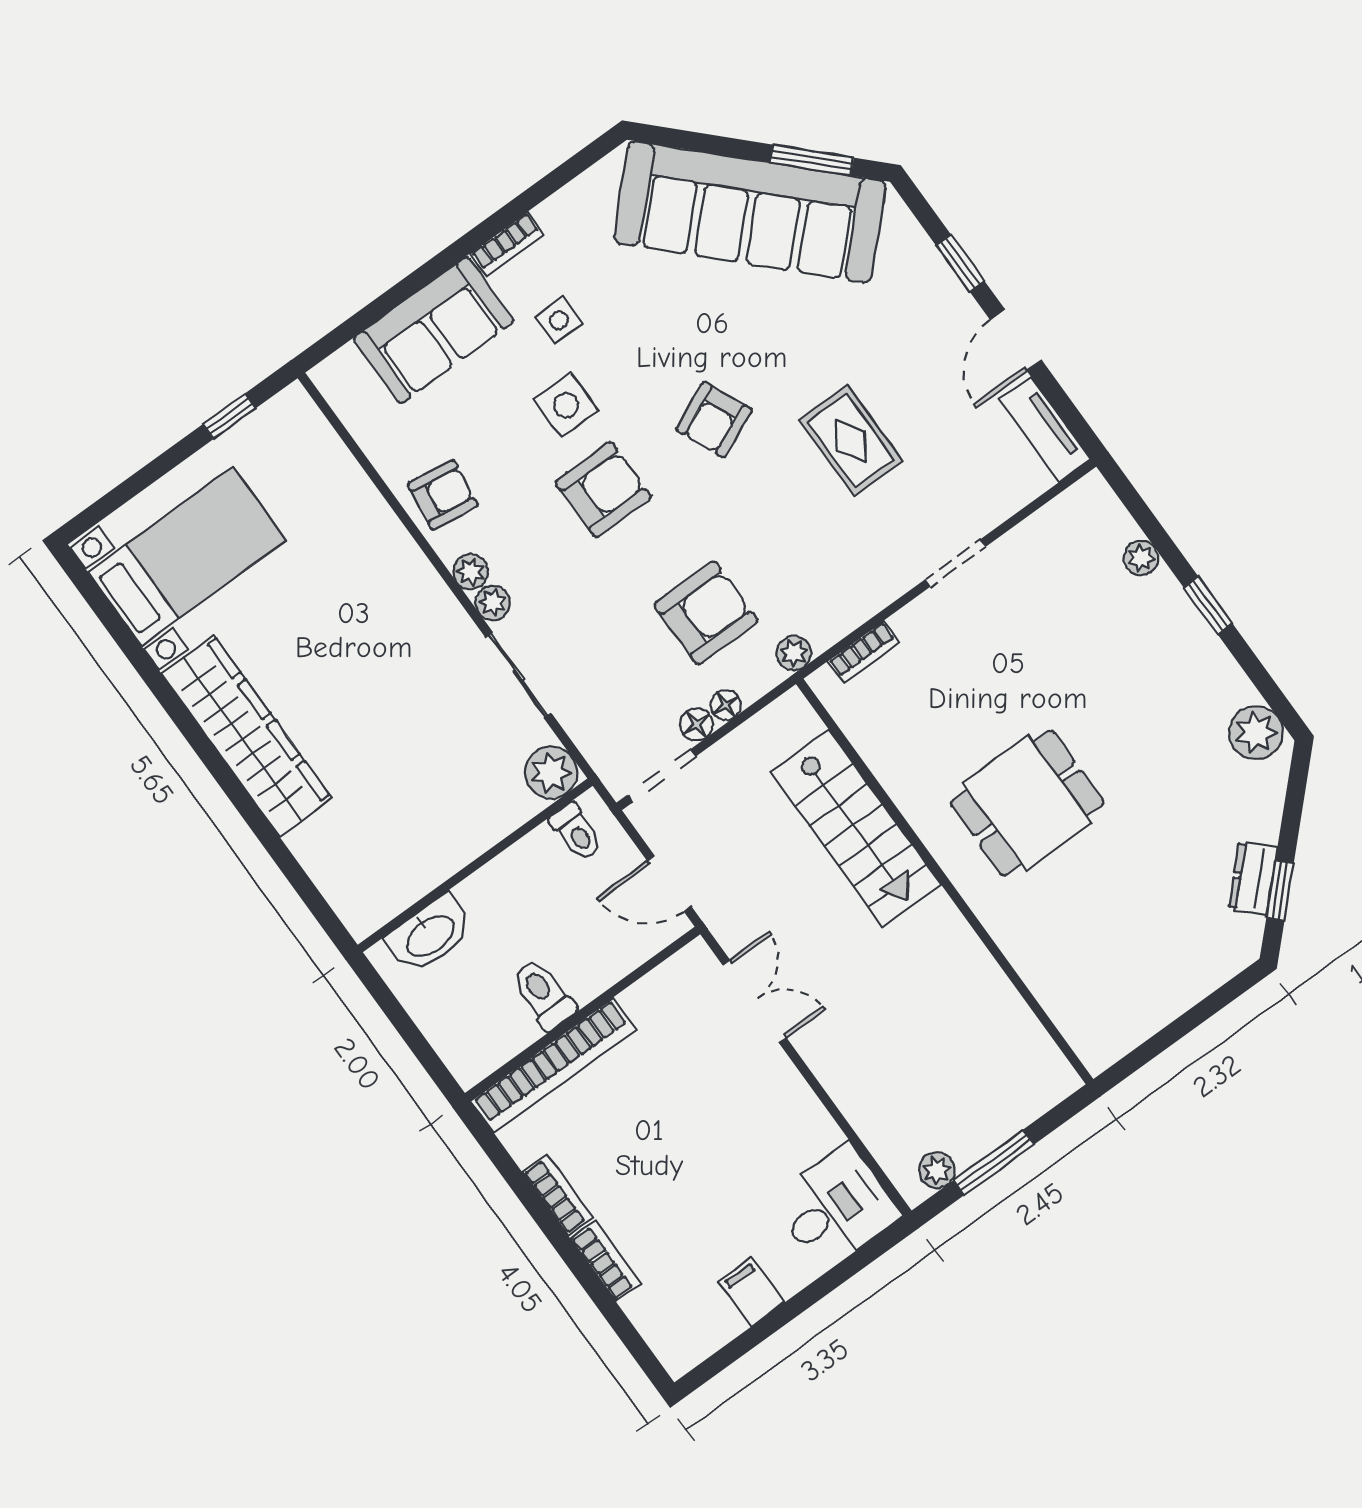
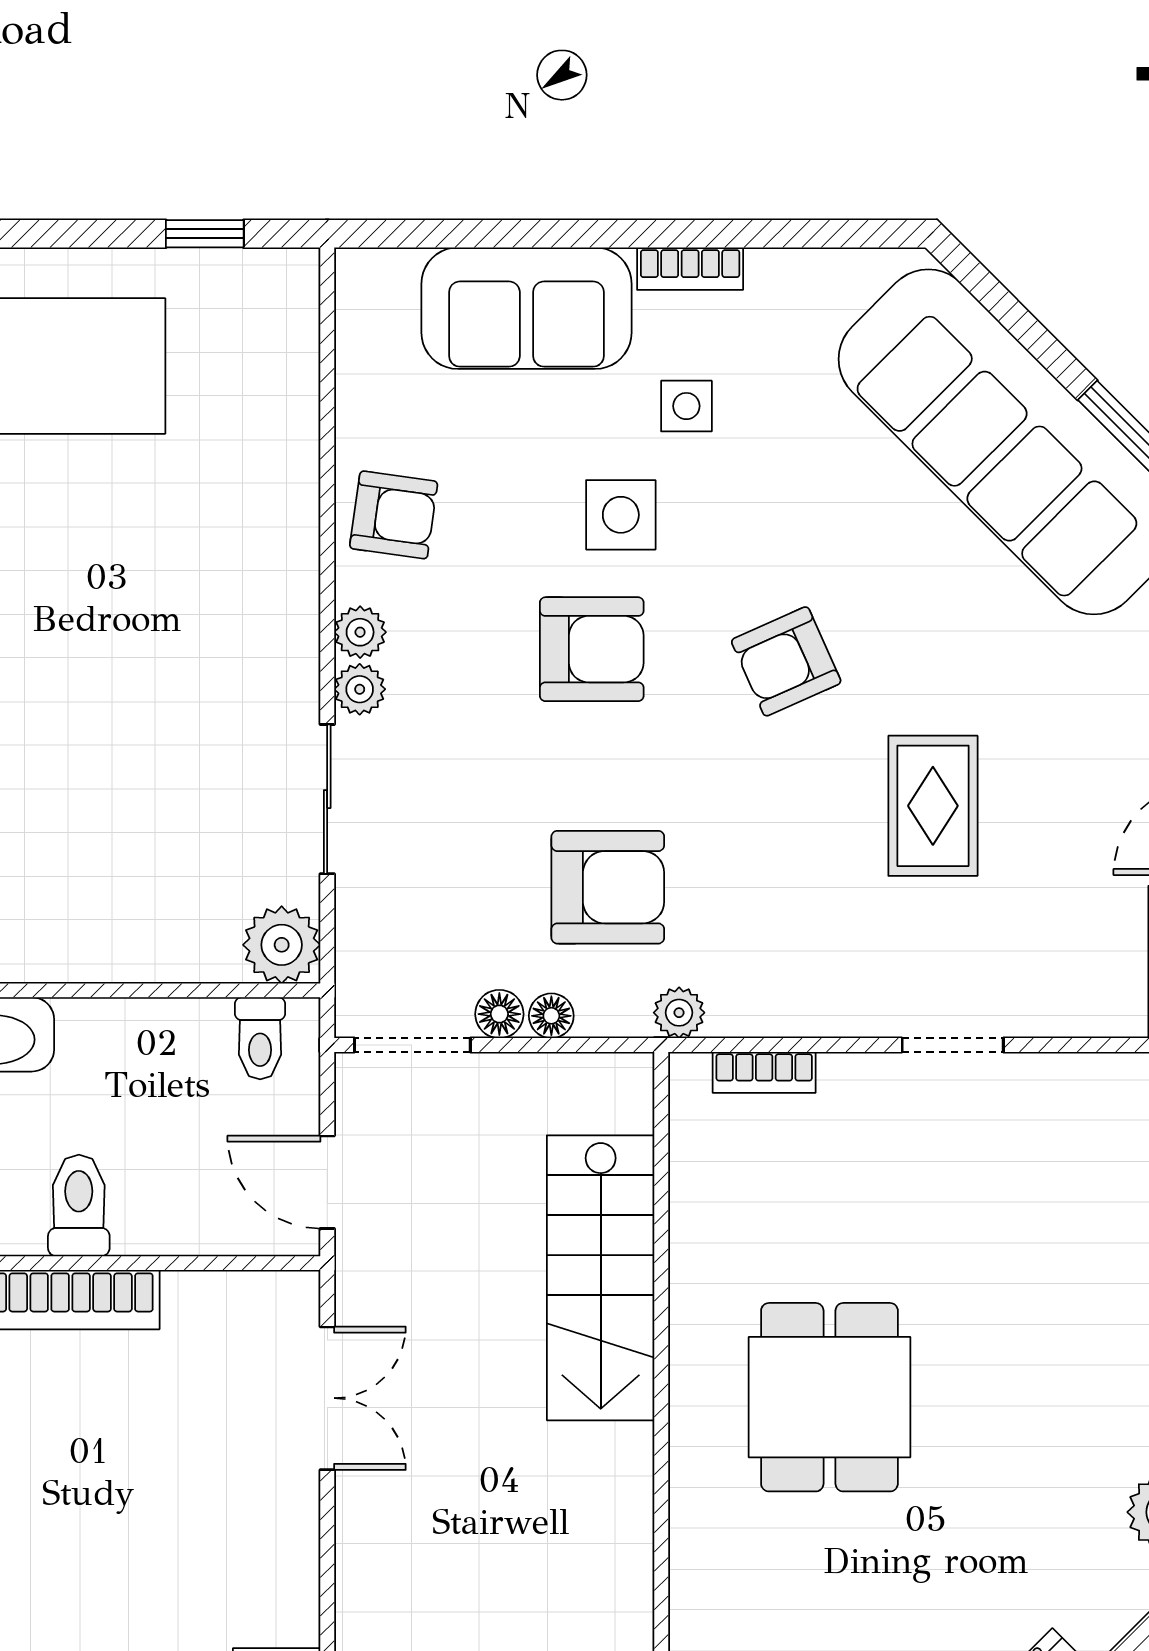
dining table: (1027, 803) -> (829, 1397), turned 90

